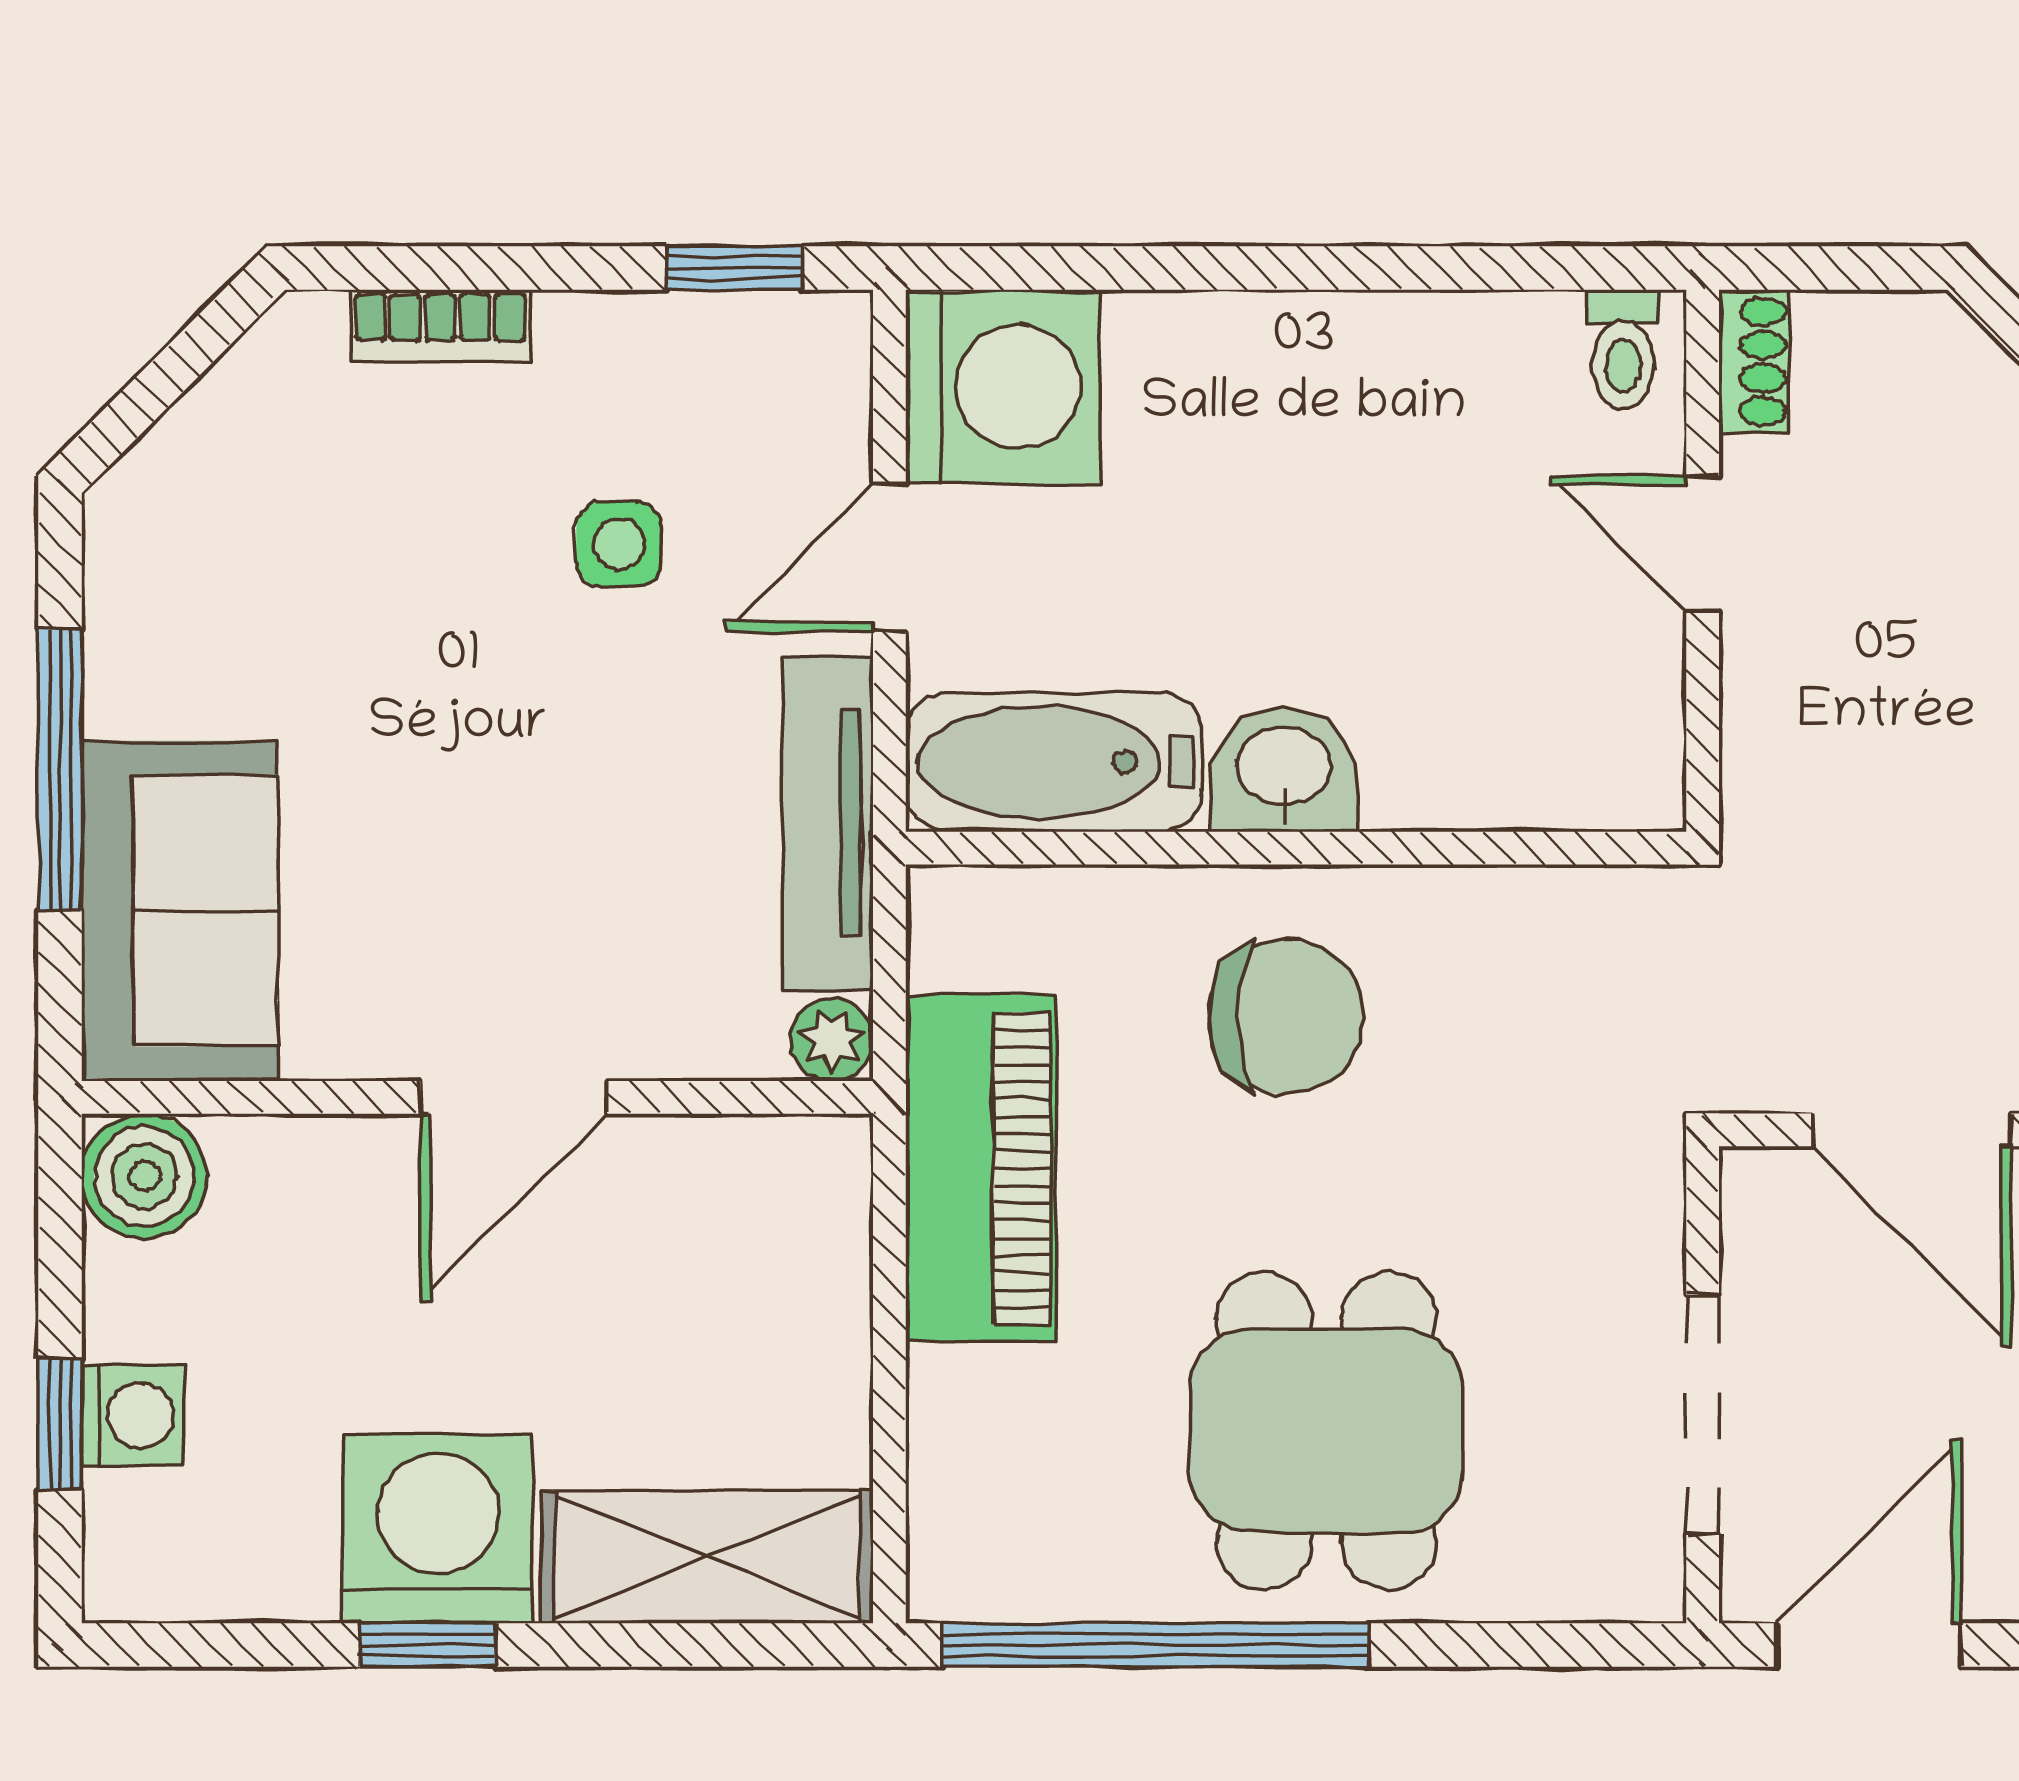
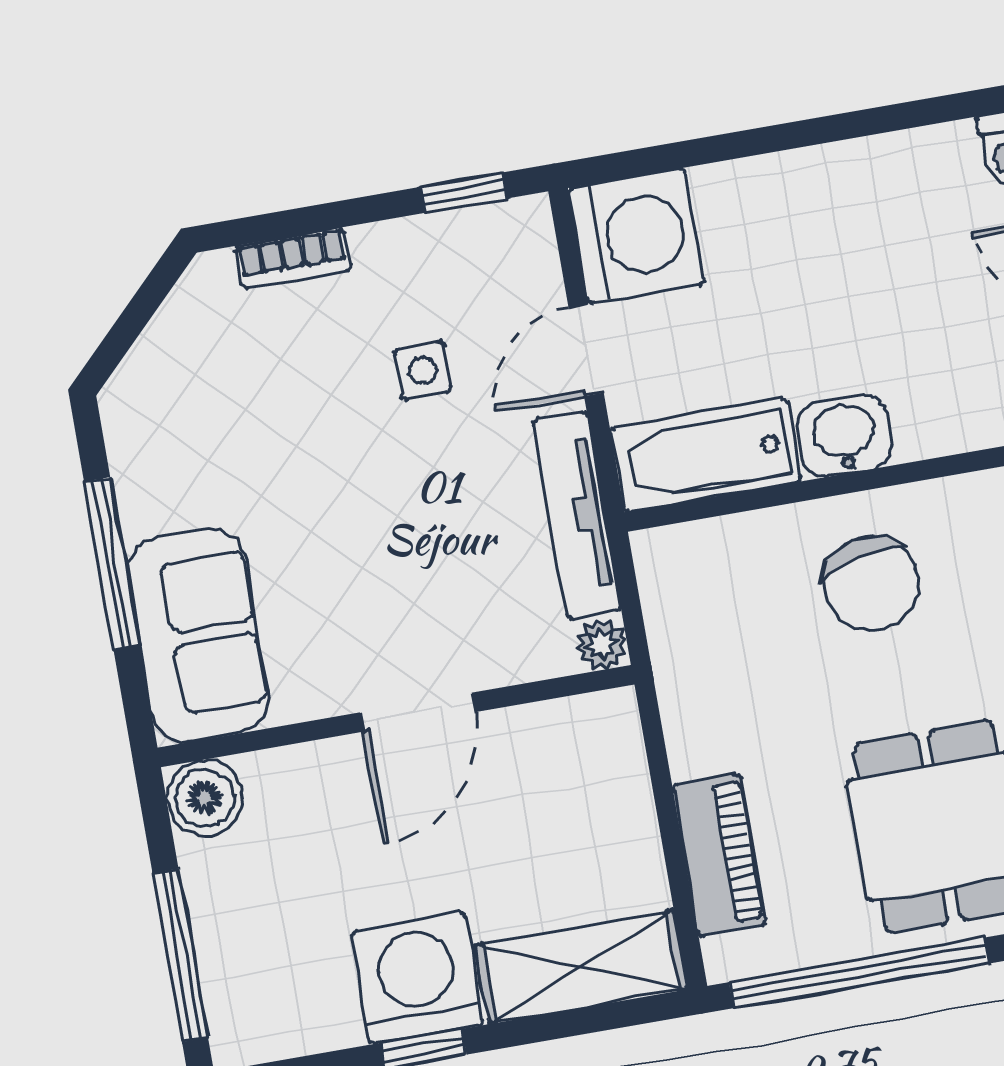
chair: (1286, 1017) -> (871, 583), turned 76
piano: (981, 1169) -> (719, 855), moved, width x0.73, depth x0.75
washing machine: (132, 1416) -> (223, 942), removed
window: (60, 1424) -> (180, 955), width x2.17

